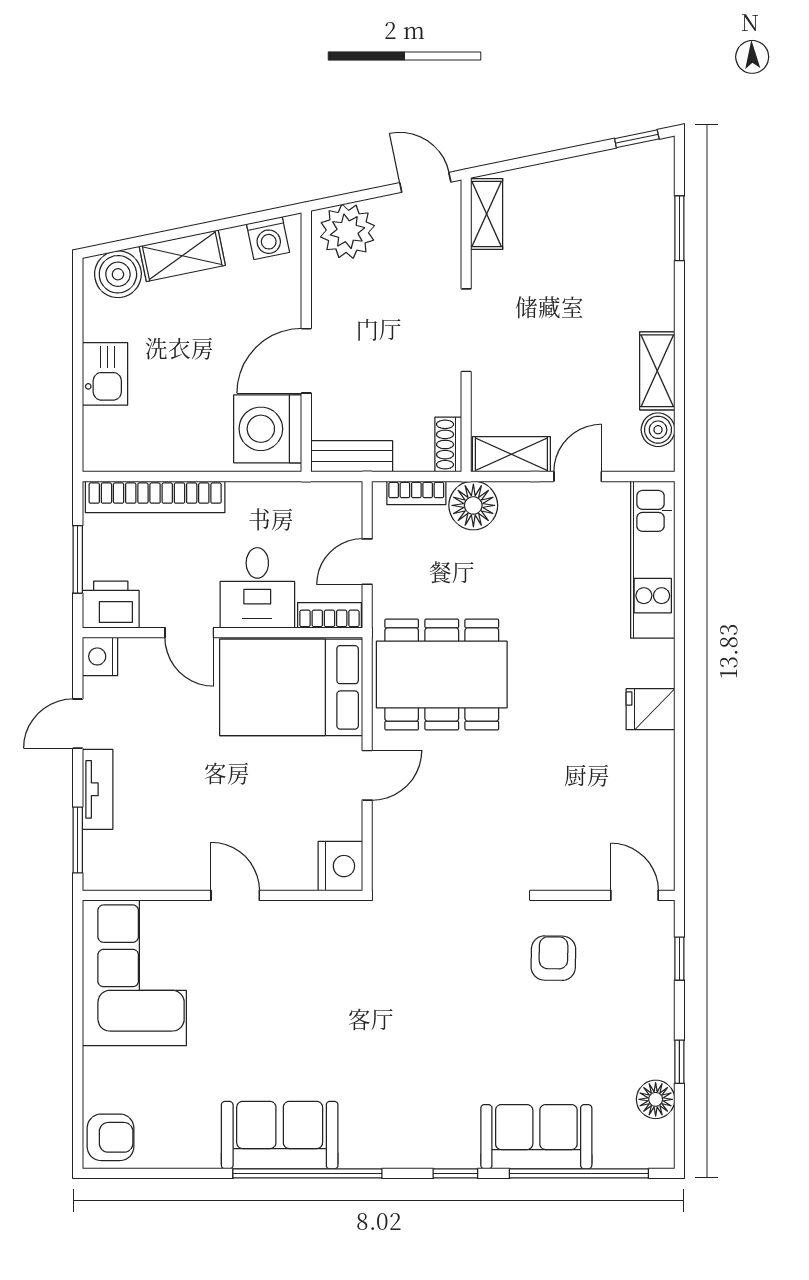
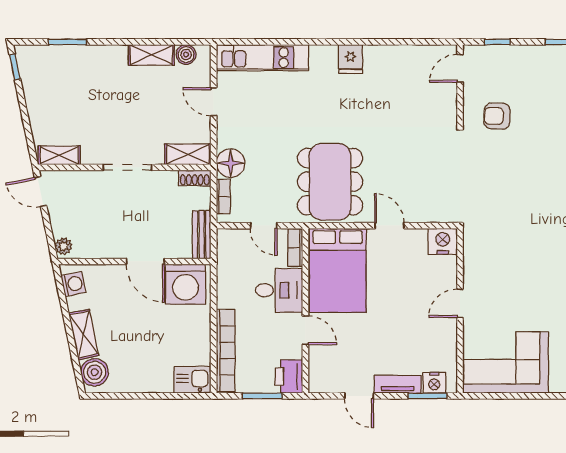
door: (425, 182) -> (41, 191), hinge flipped
plant: (347, 231) -> (63, 246), width x0.53, depth x0.53
kitchen sink: (105, 374) -> (192, 380), moved
shelving: (511, 454) -> (188, 154), moved, turned 90
door: (189, 633) -> (305, 330), hinge flipped
nightstand: (100, 656) -> (434, 383), moved

